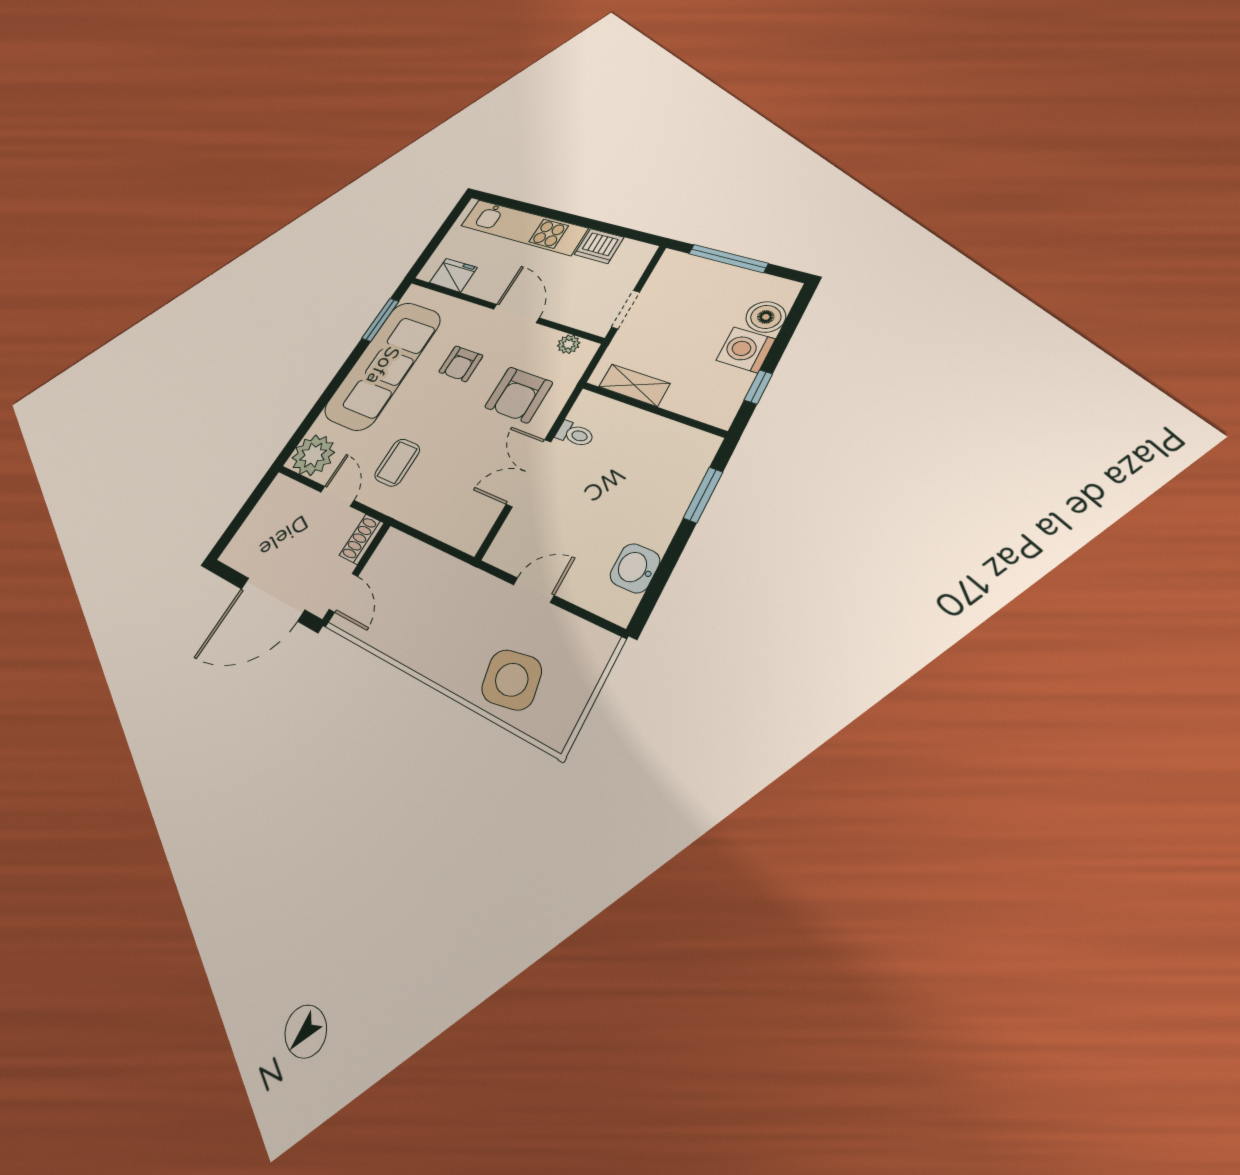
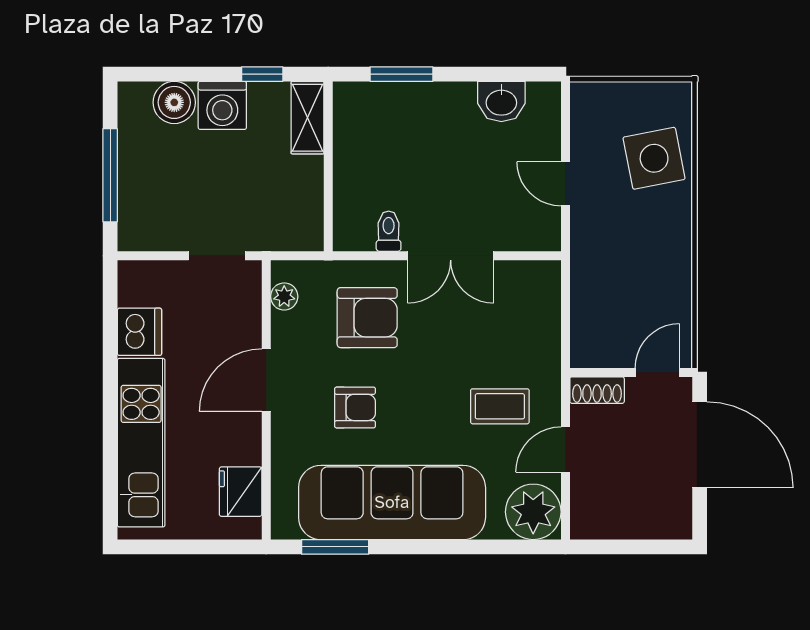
shelving: (634, 385) -> (308, 118), moved

